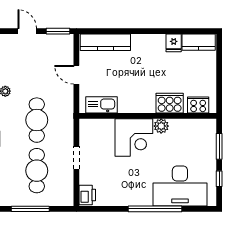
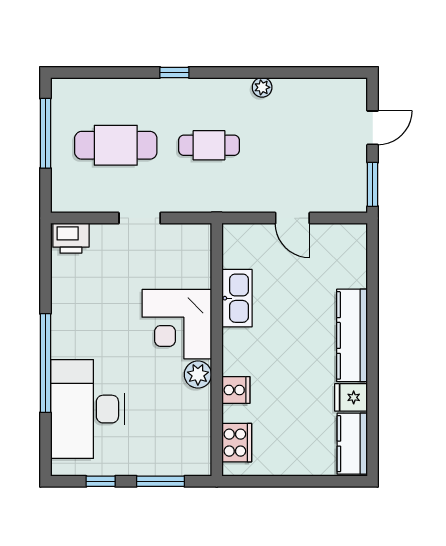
kitchen counter: (105, 42) -> (352, 335), moved
door: (76, 75) -> (292, 218), swing flipped
cooker: (170, 103) -> (236, 390), width x0.53, depth x0.76
kitchen sink: (101, 105) -> (237, 298), moved
cafe table: (37, 120) -> (209, 145), width x0.73, depth x0.74

